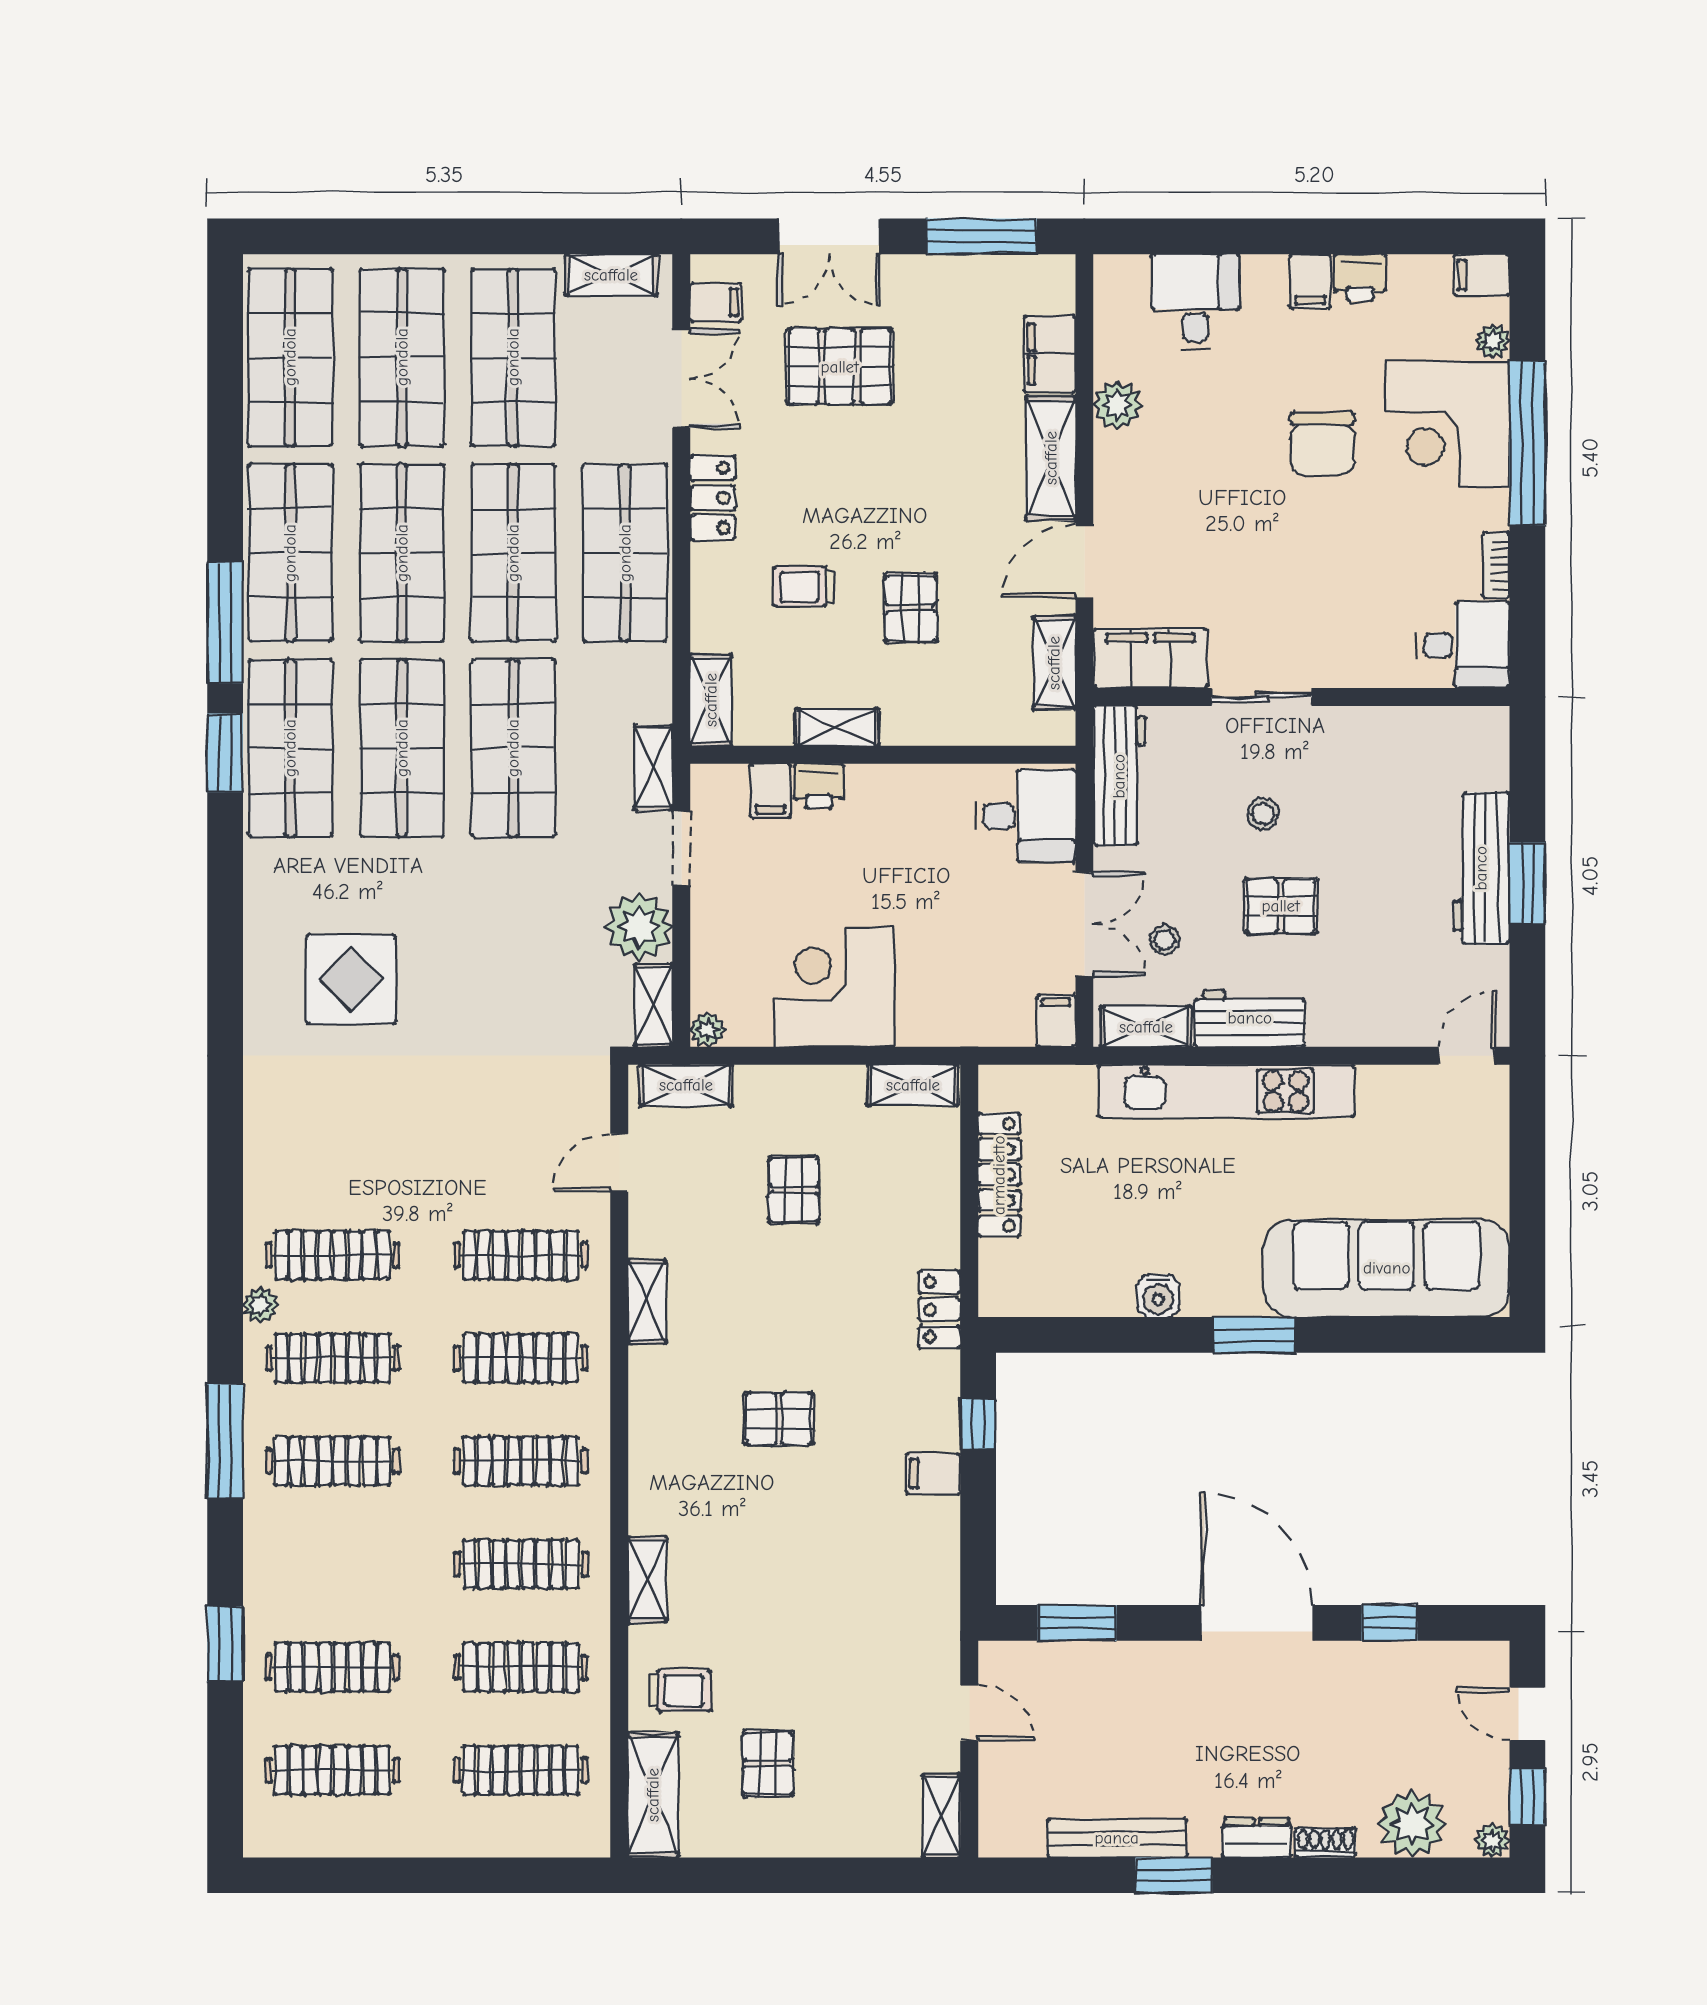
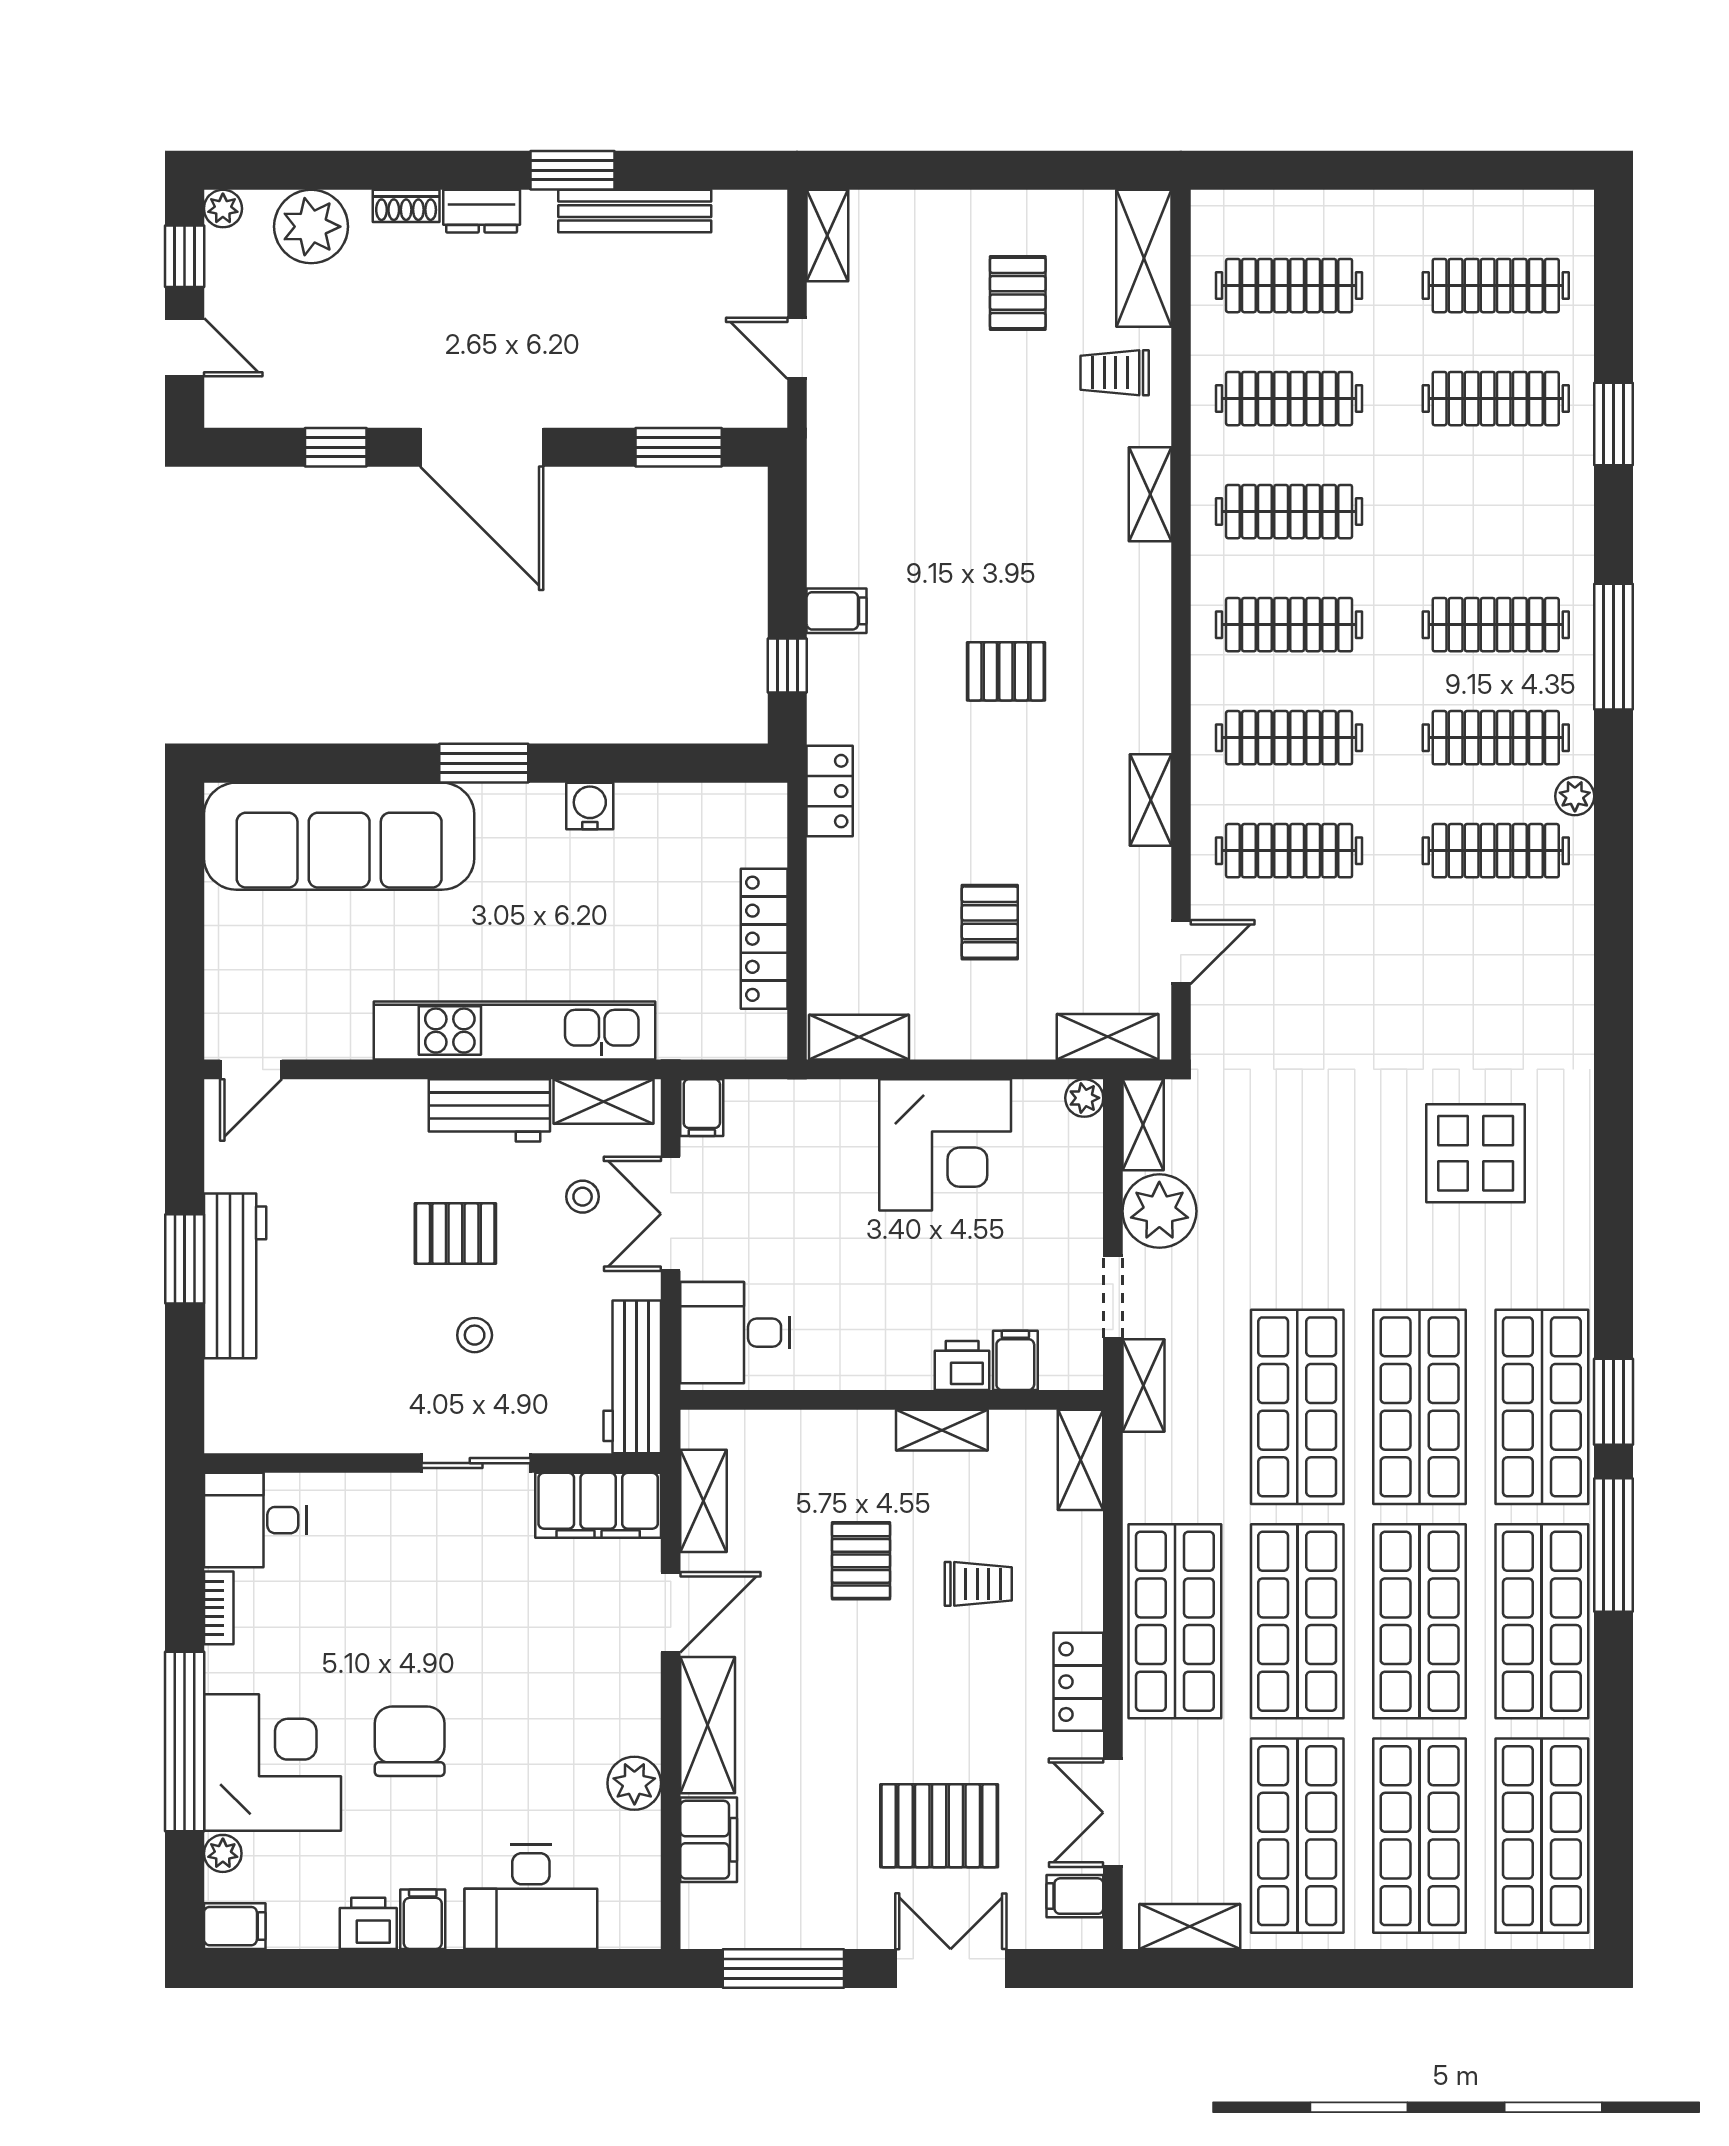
desk: (1195, 302) -> (531, 1897), width x1.37

